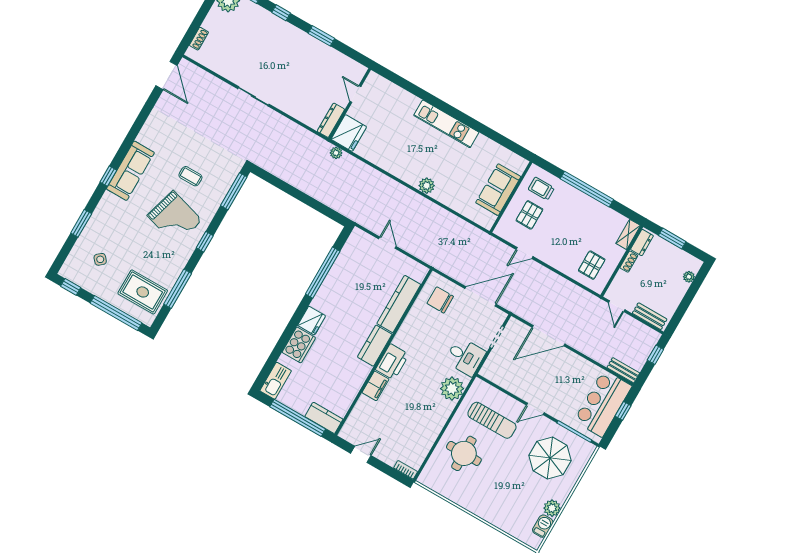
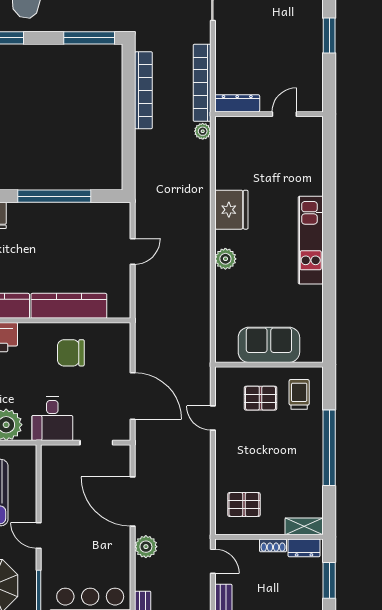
fridge: (349, 133) -> (231, 210), moved, turned -90
bookcase: (305, 135) -> (202, 83), added
bookcase: (288, 176) -> (143, 90), added
chair: (440, 300) -> (71, 353), moved, turned -90
door: (617, 306) -> (213, 561), swing flipped
plant: (582, 344) -> (146, 547), added

